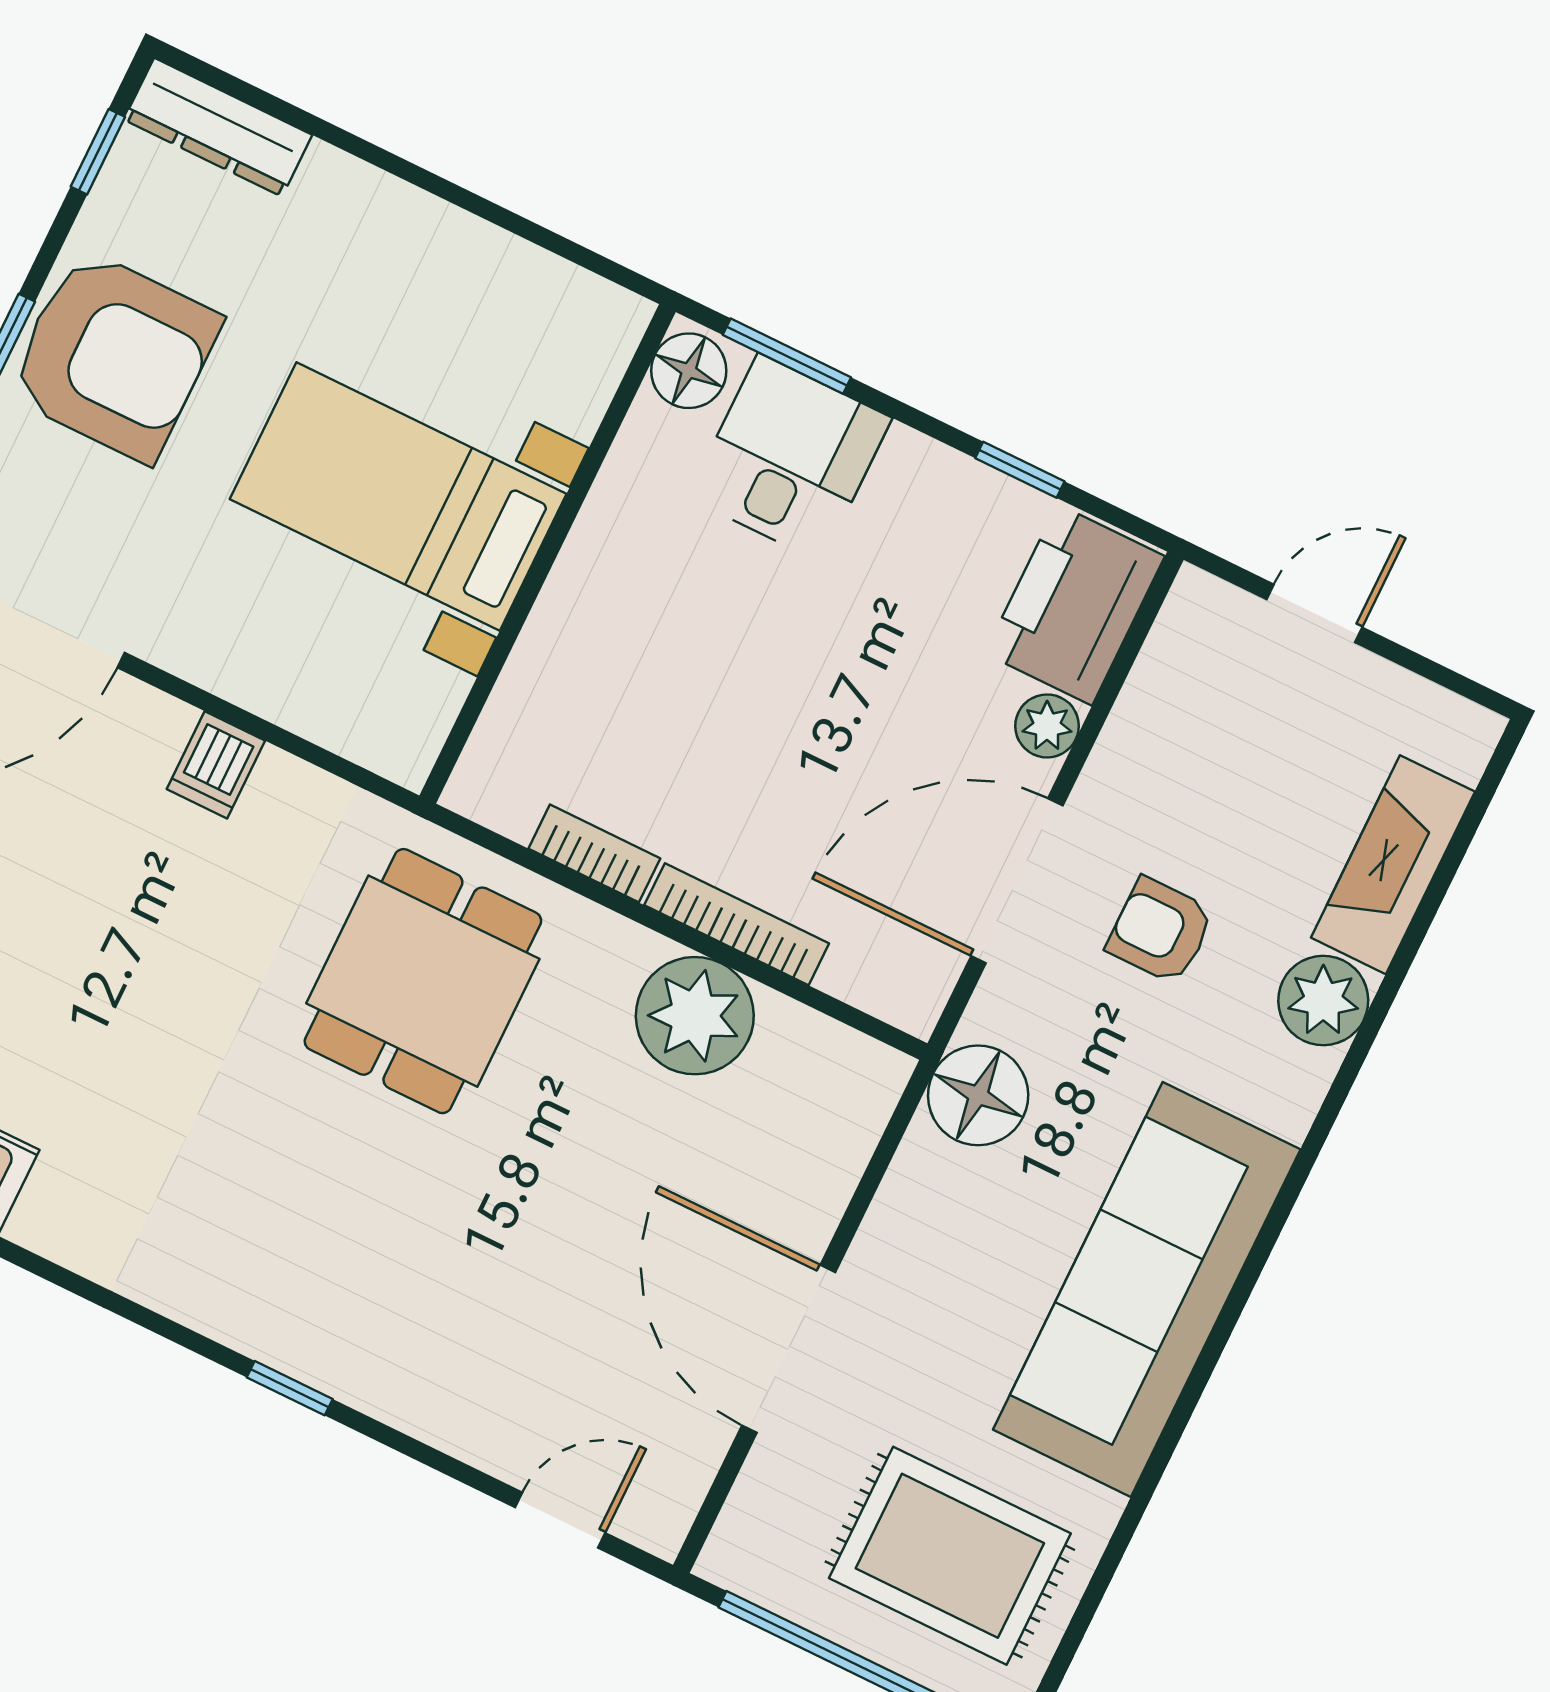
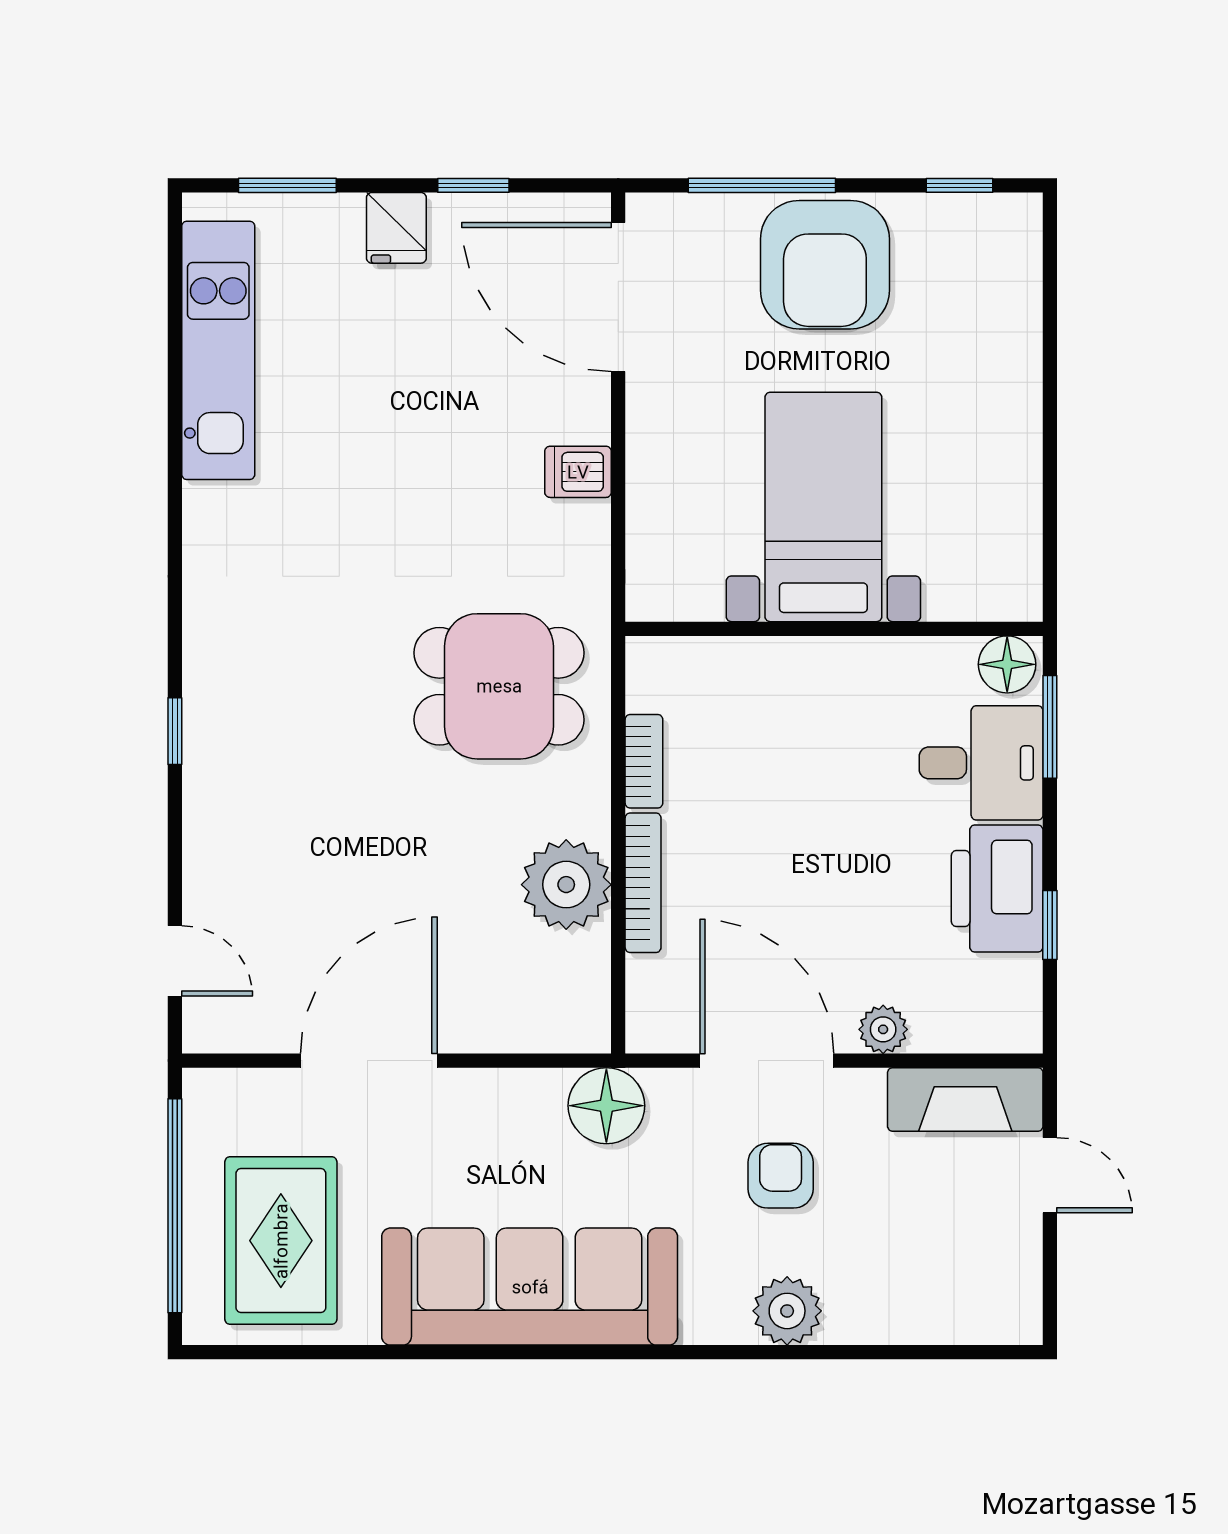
dresser: (218, 127) -> (1017, 260), removed
printer: (1075, 605) -> (997, 889), moved, turned -90
fireplace: (1393, 865) -> (965, 1099), moved, turned 180

